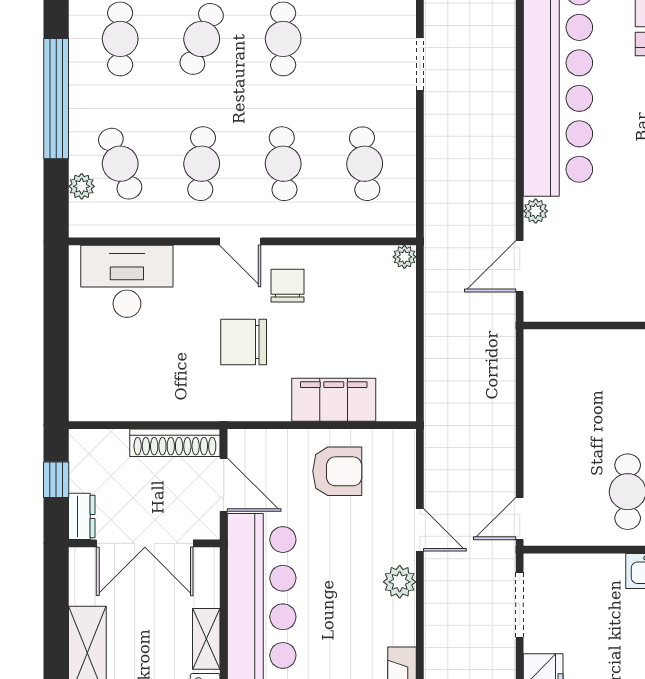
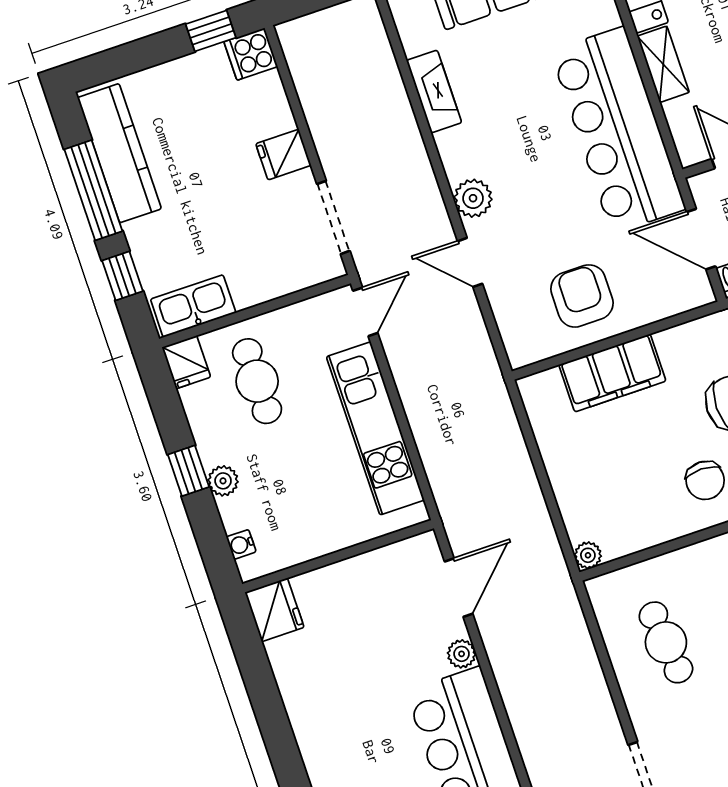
kitchen unit: (544, 420) -> (375, 428), added
armchair: (337, 471) -> (582, 296), turned 90

